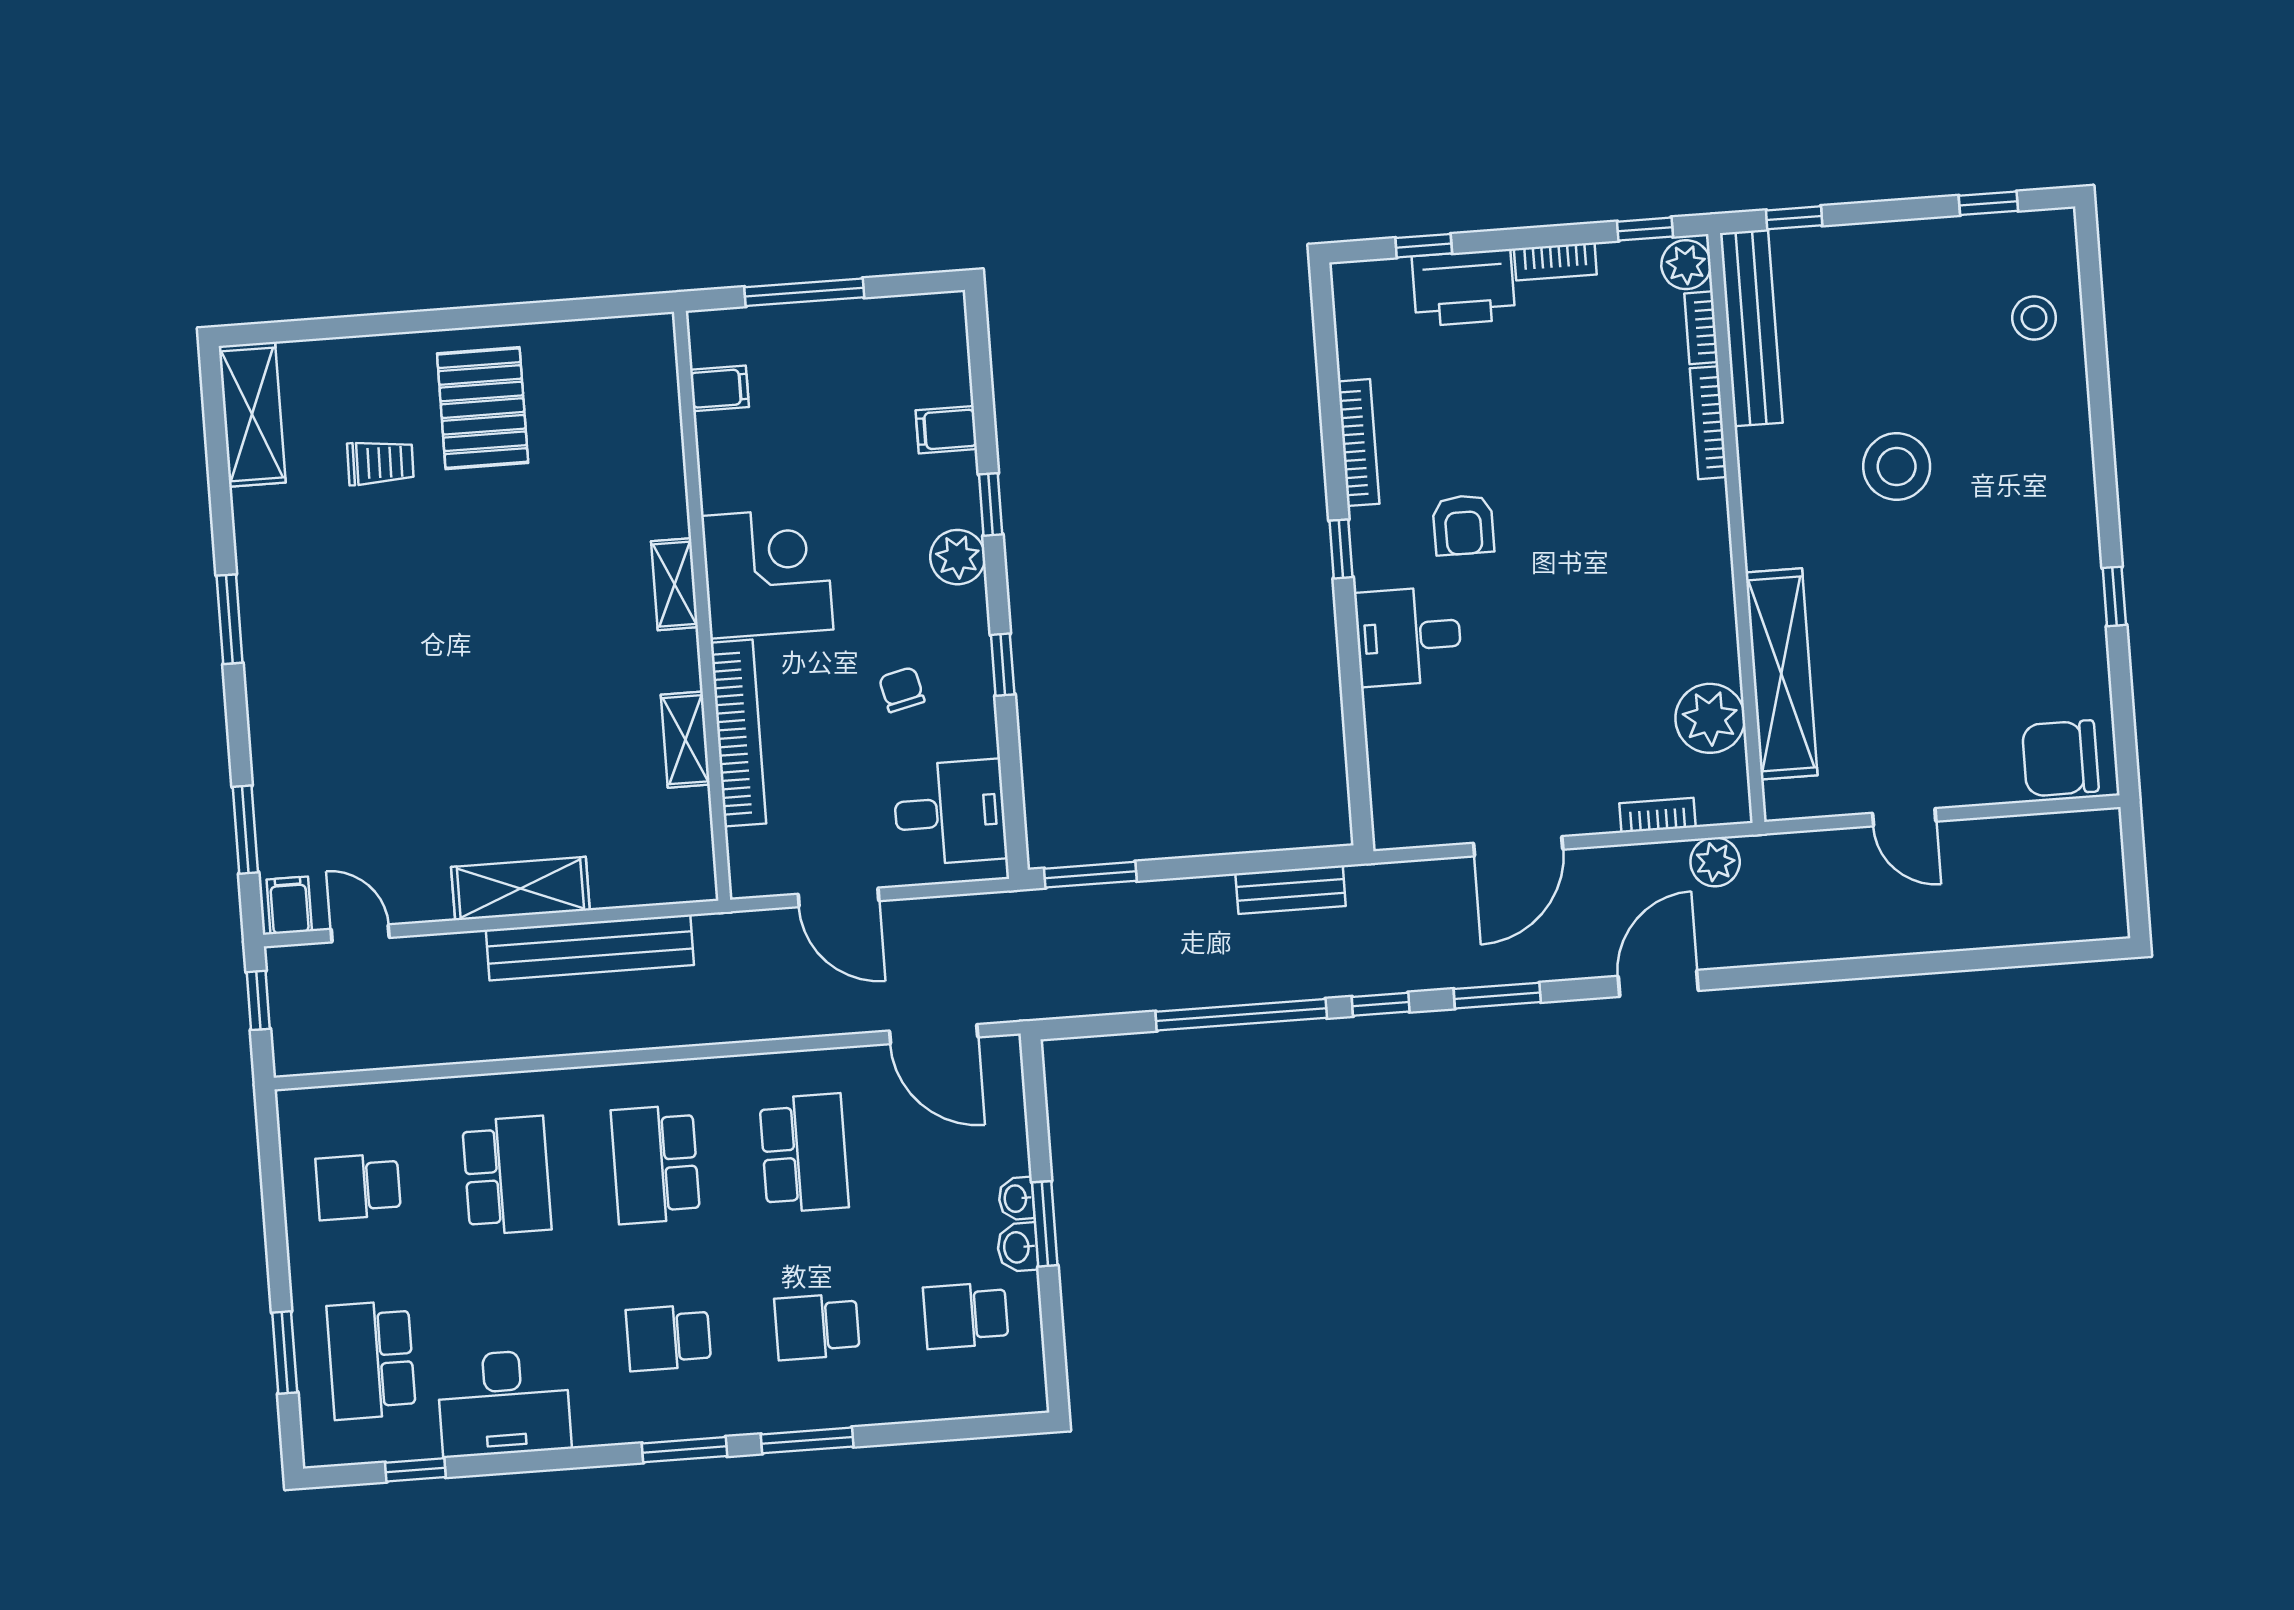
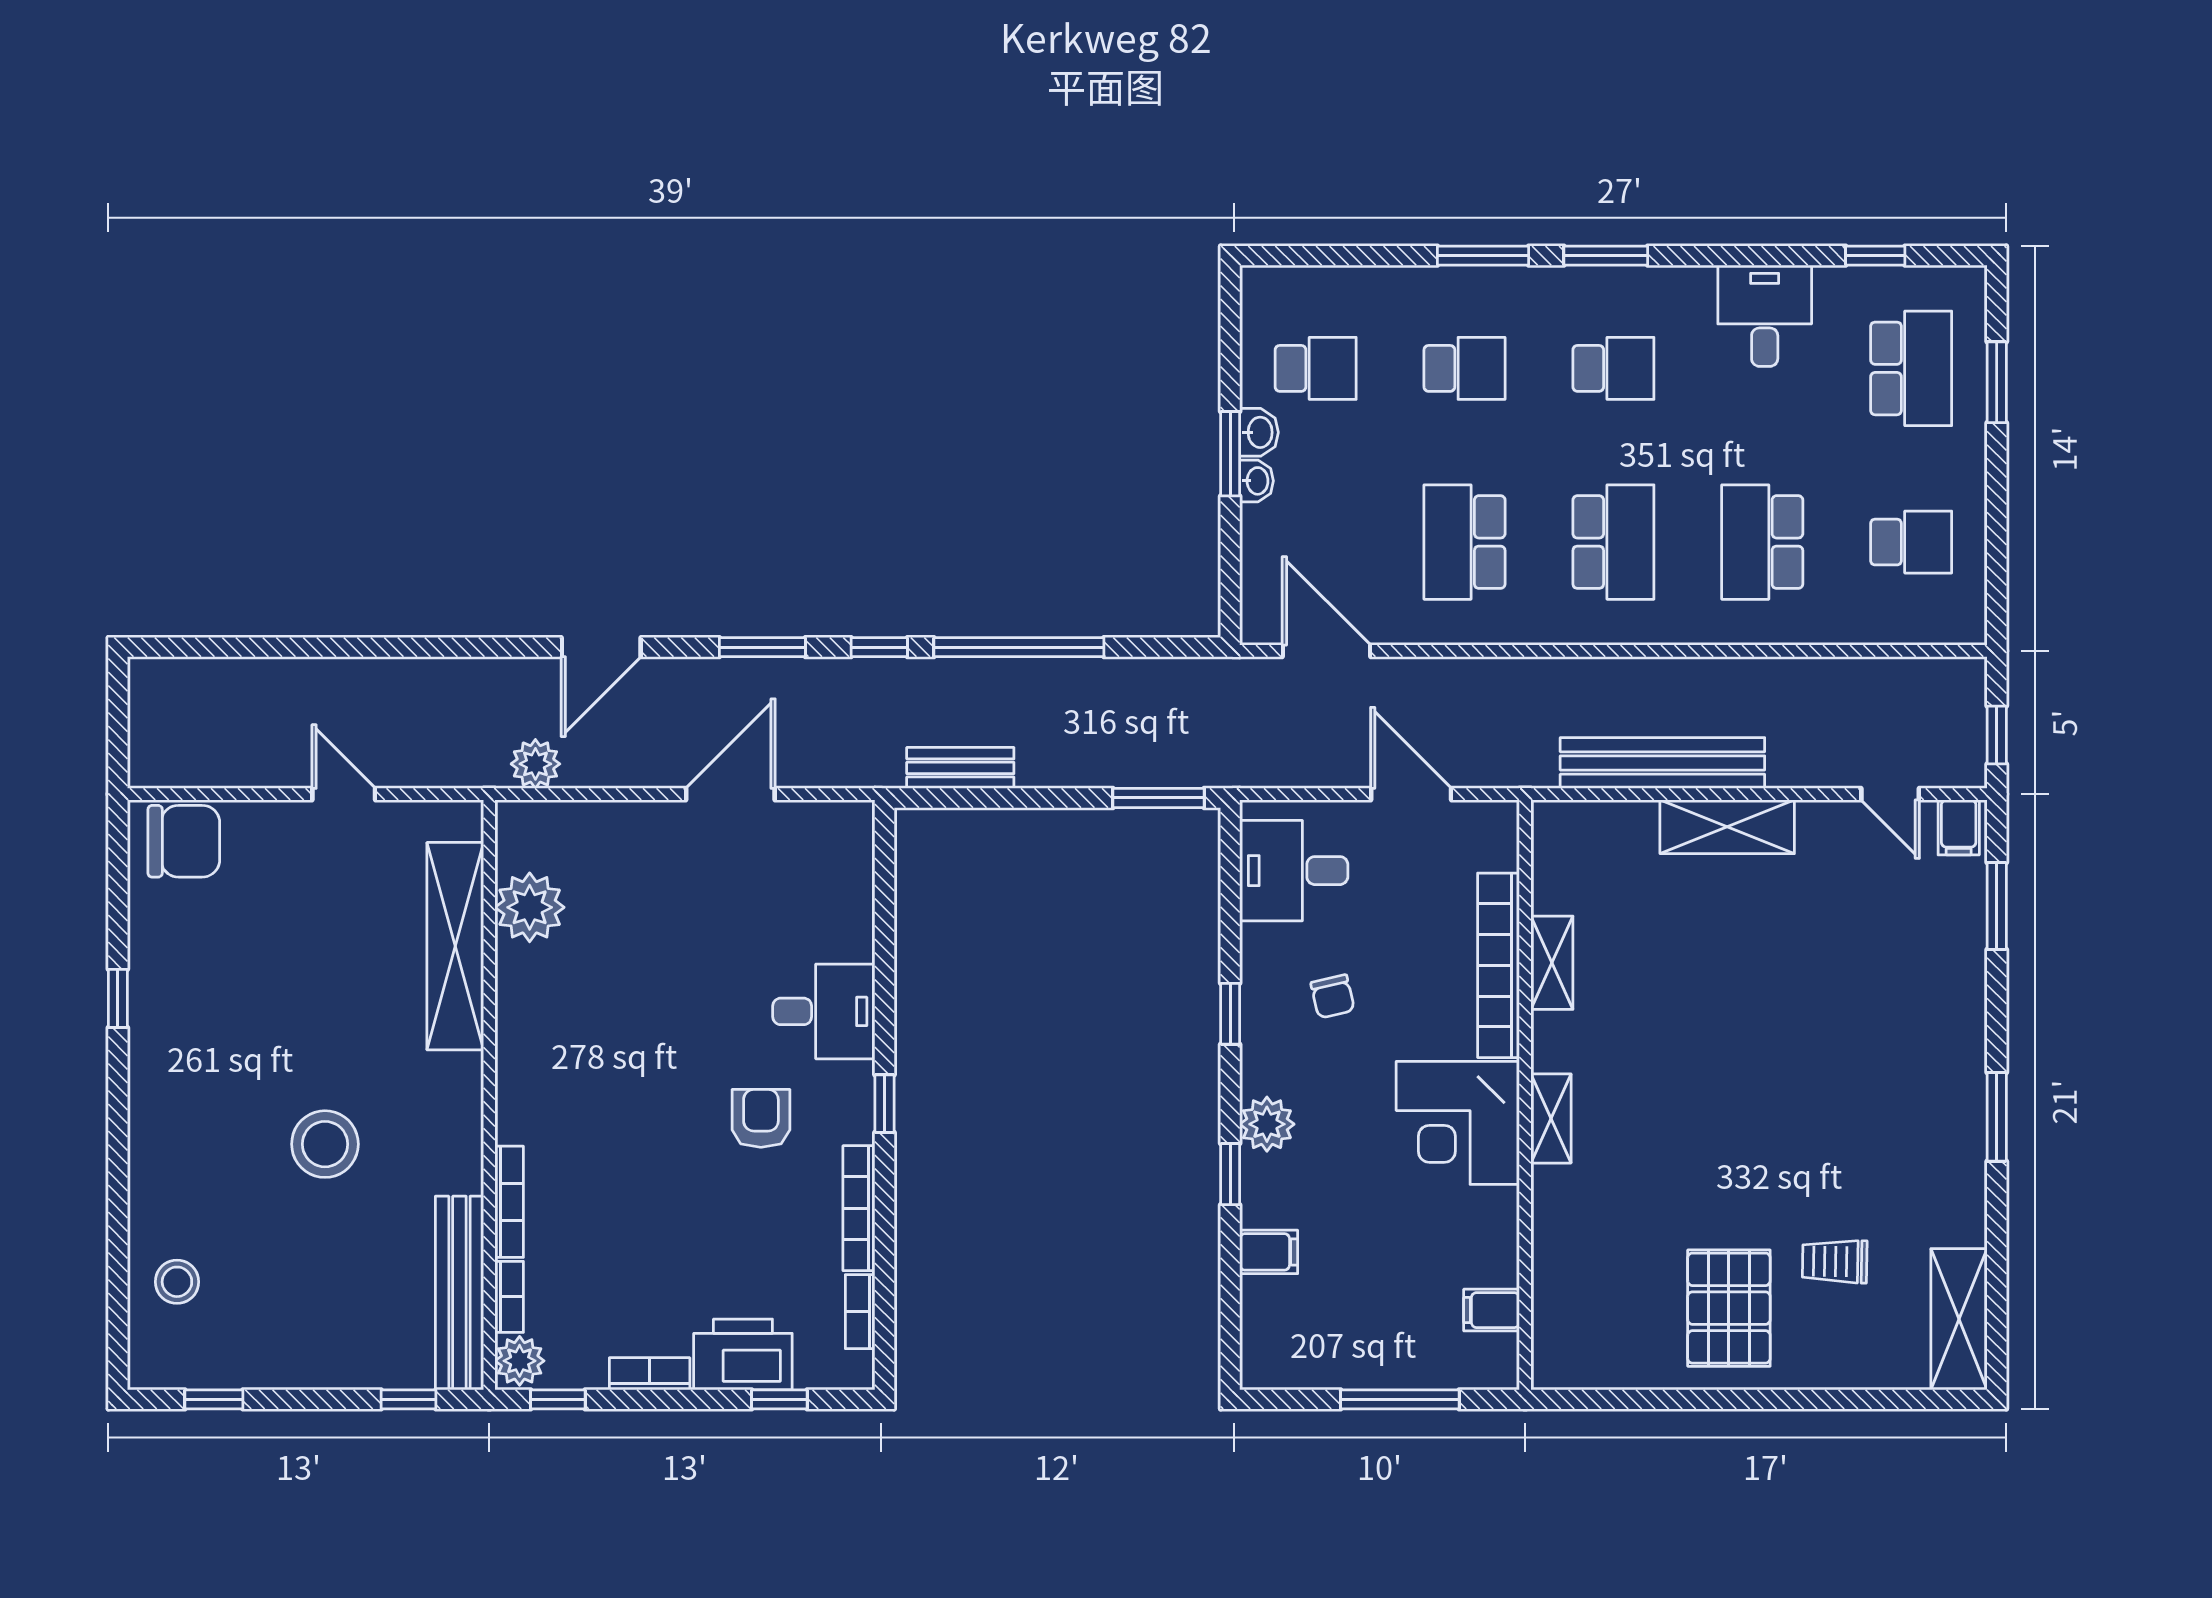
bookcase: (1657, 815) -> (860, 1312), moved, turned 90
desk: (504, 1403) -> (1765, 316), width x0.73

